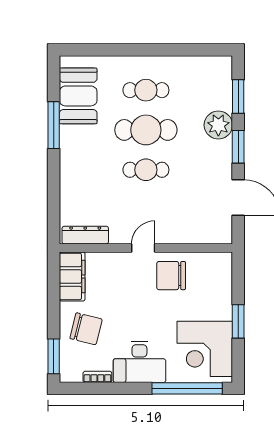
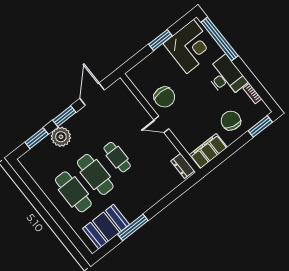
cafe table: (146, 90) -> (73, 192), width x1.37, depth x1.35
dresser: (85, 235) -> (183, 166), width x0.70

